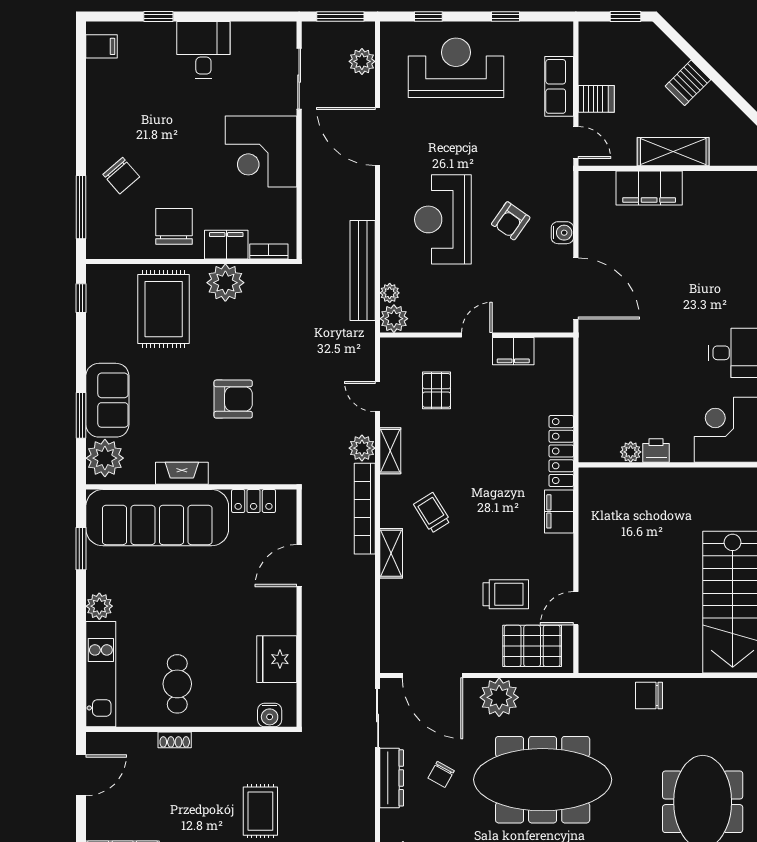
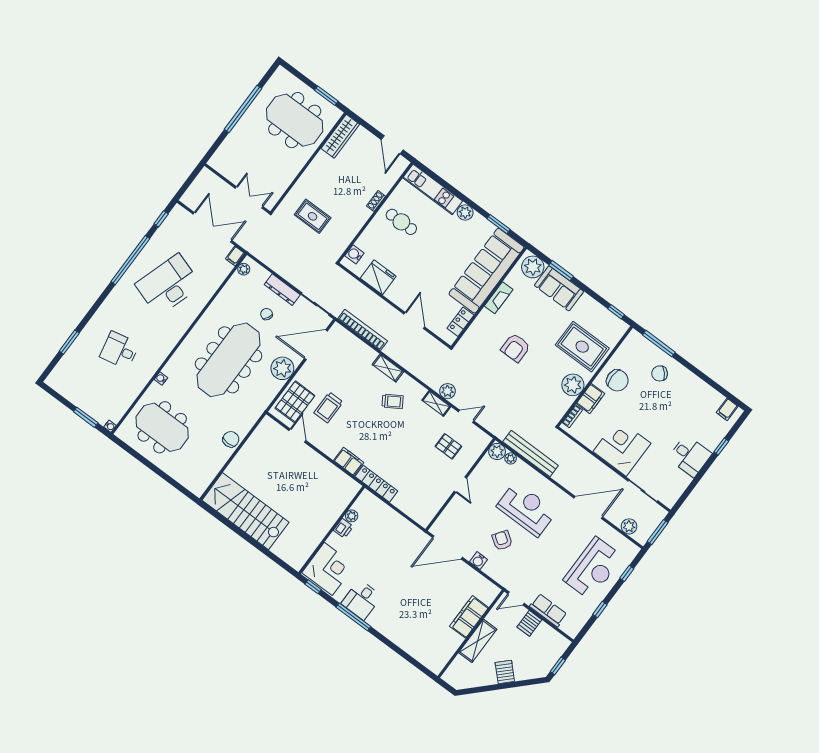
filing cabinet: (513, 351) -> (440, 496), removed
bookcase: (365, 509) -> (363, 330), moved

